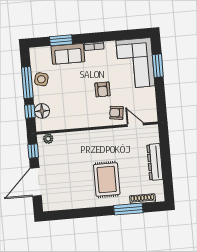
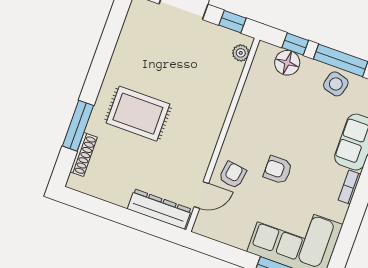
dresser: (155, 162) -> (159, 209), moved

